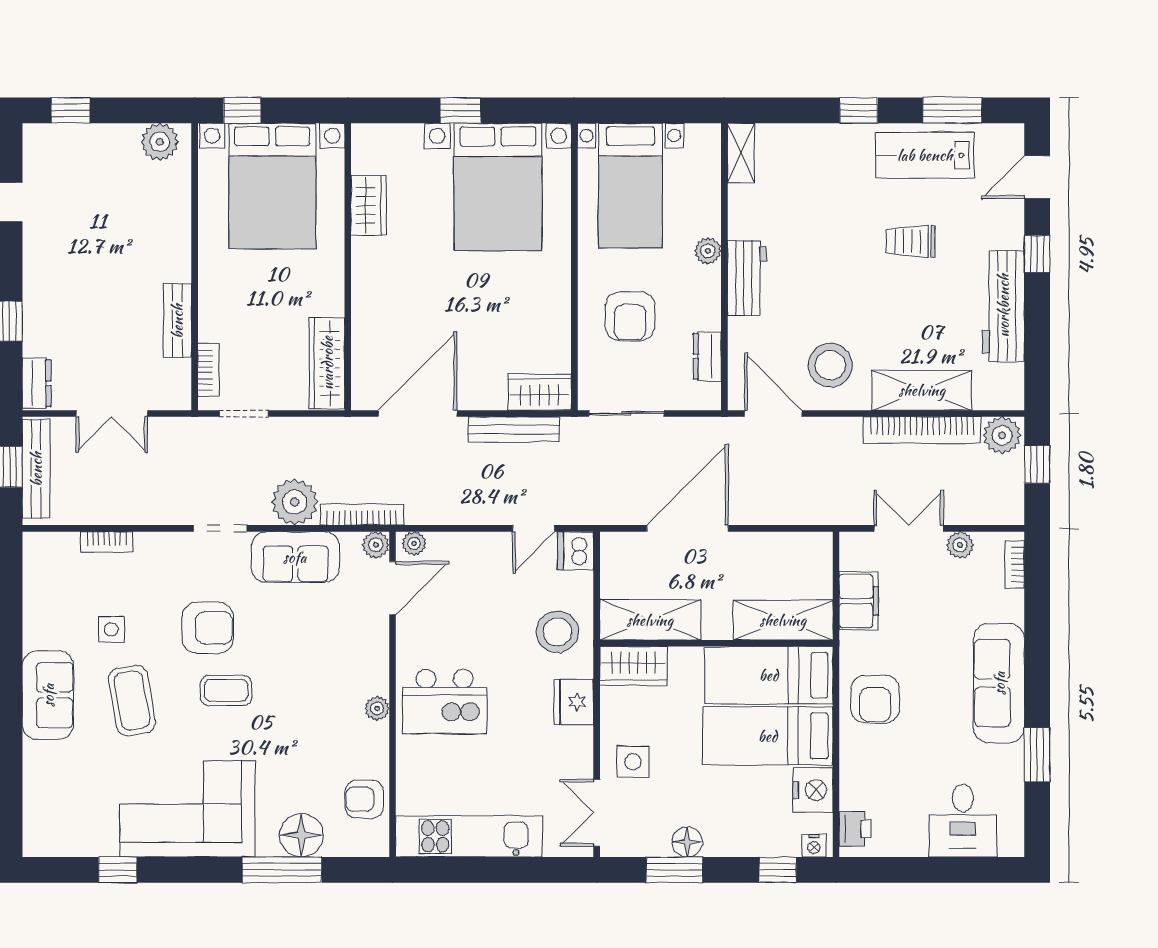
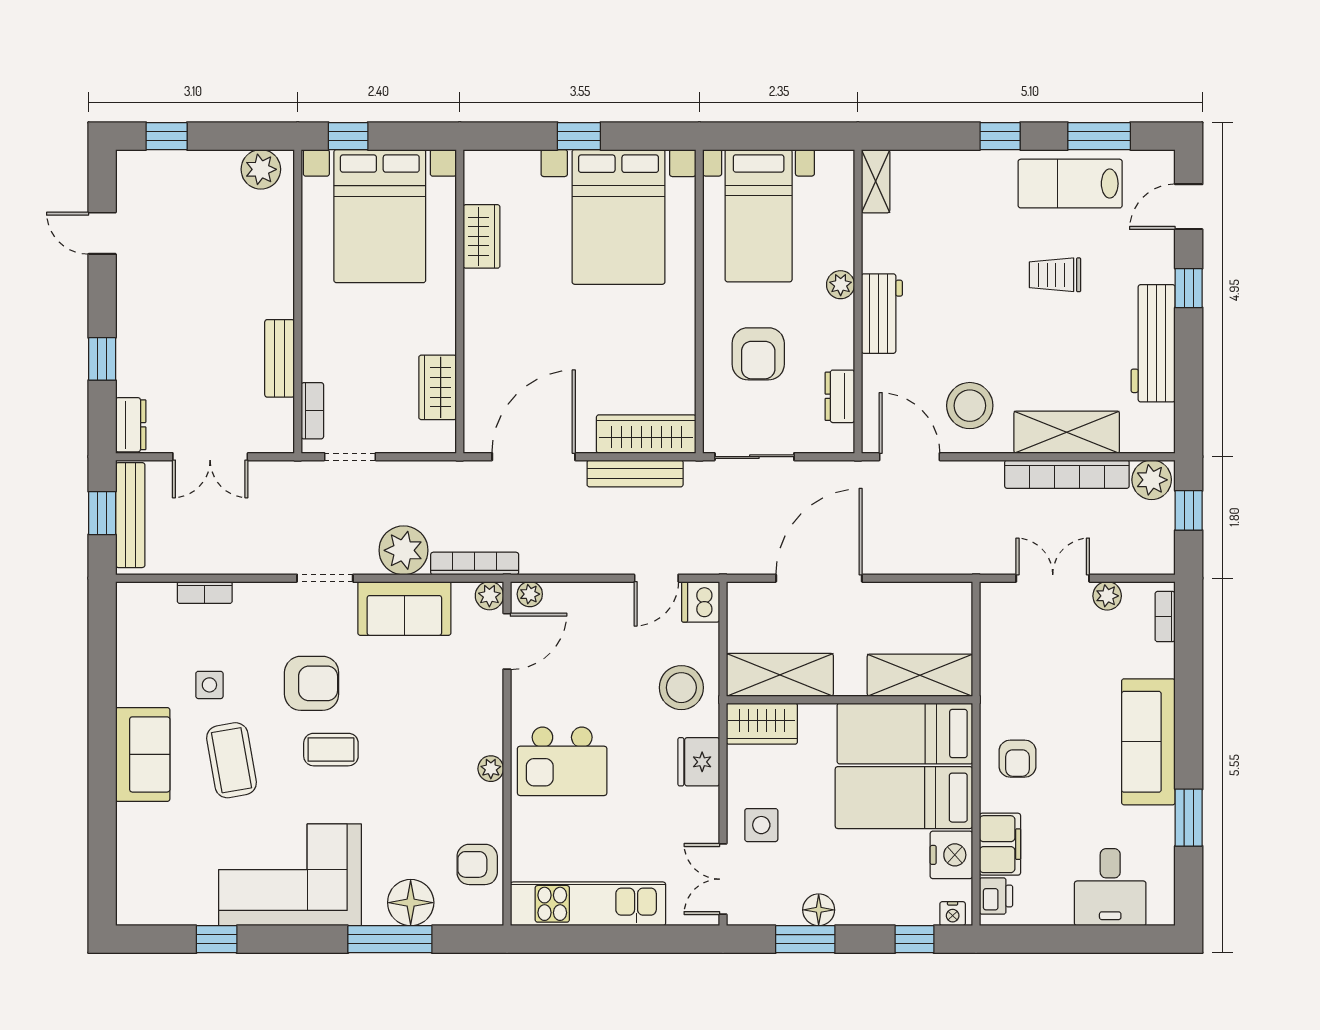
wardrobe: (327, 363) -> (438, 387), width x0.67
wardrobe: (540, 392) -> (646, 434), width x1.50
filing cabinet: (859, 601) -> (1000, 844), moved
armchair: (875, 699) -> (1017, 759), width x0.72, depth x0.72

